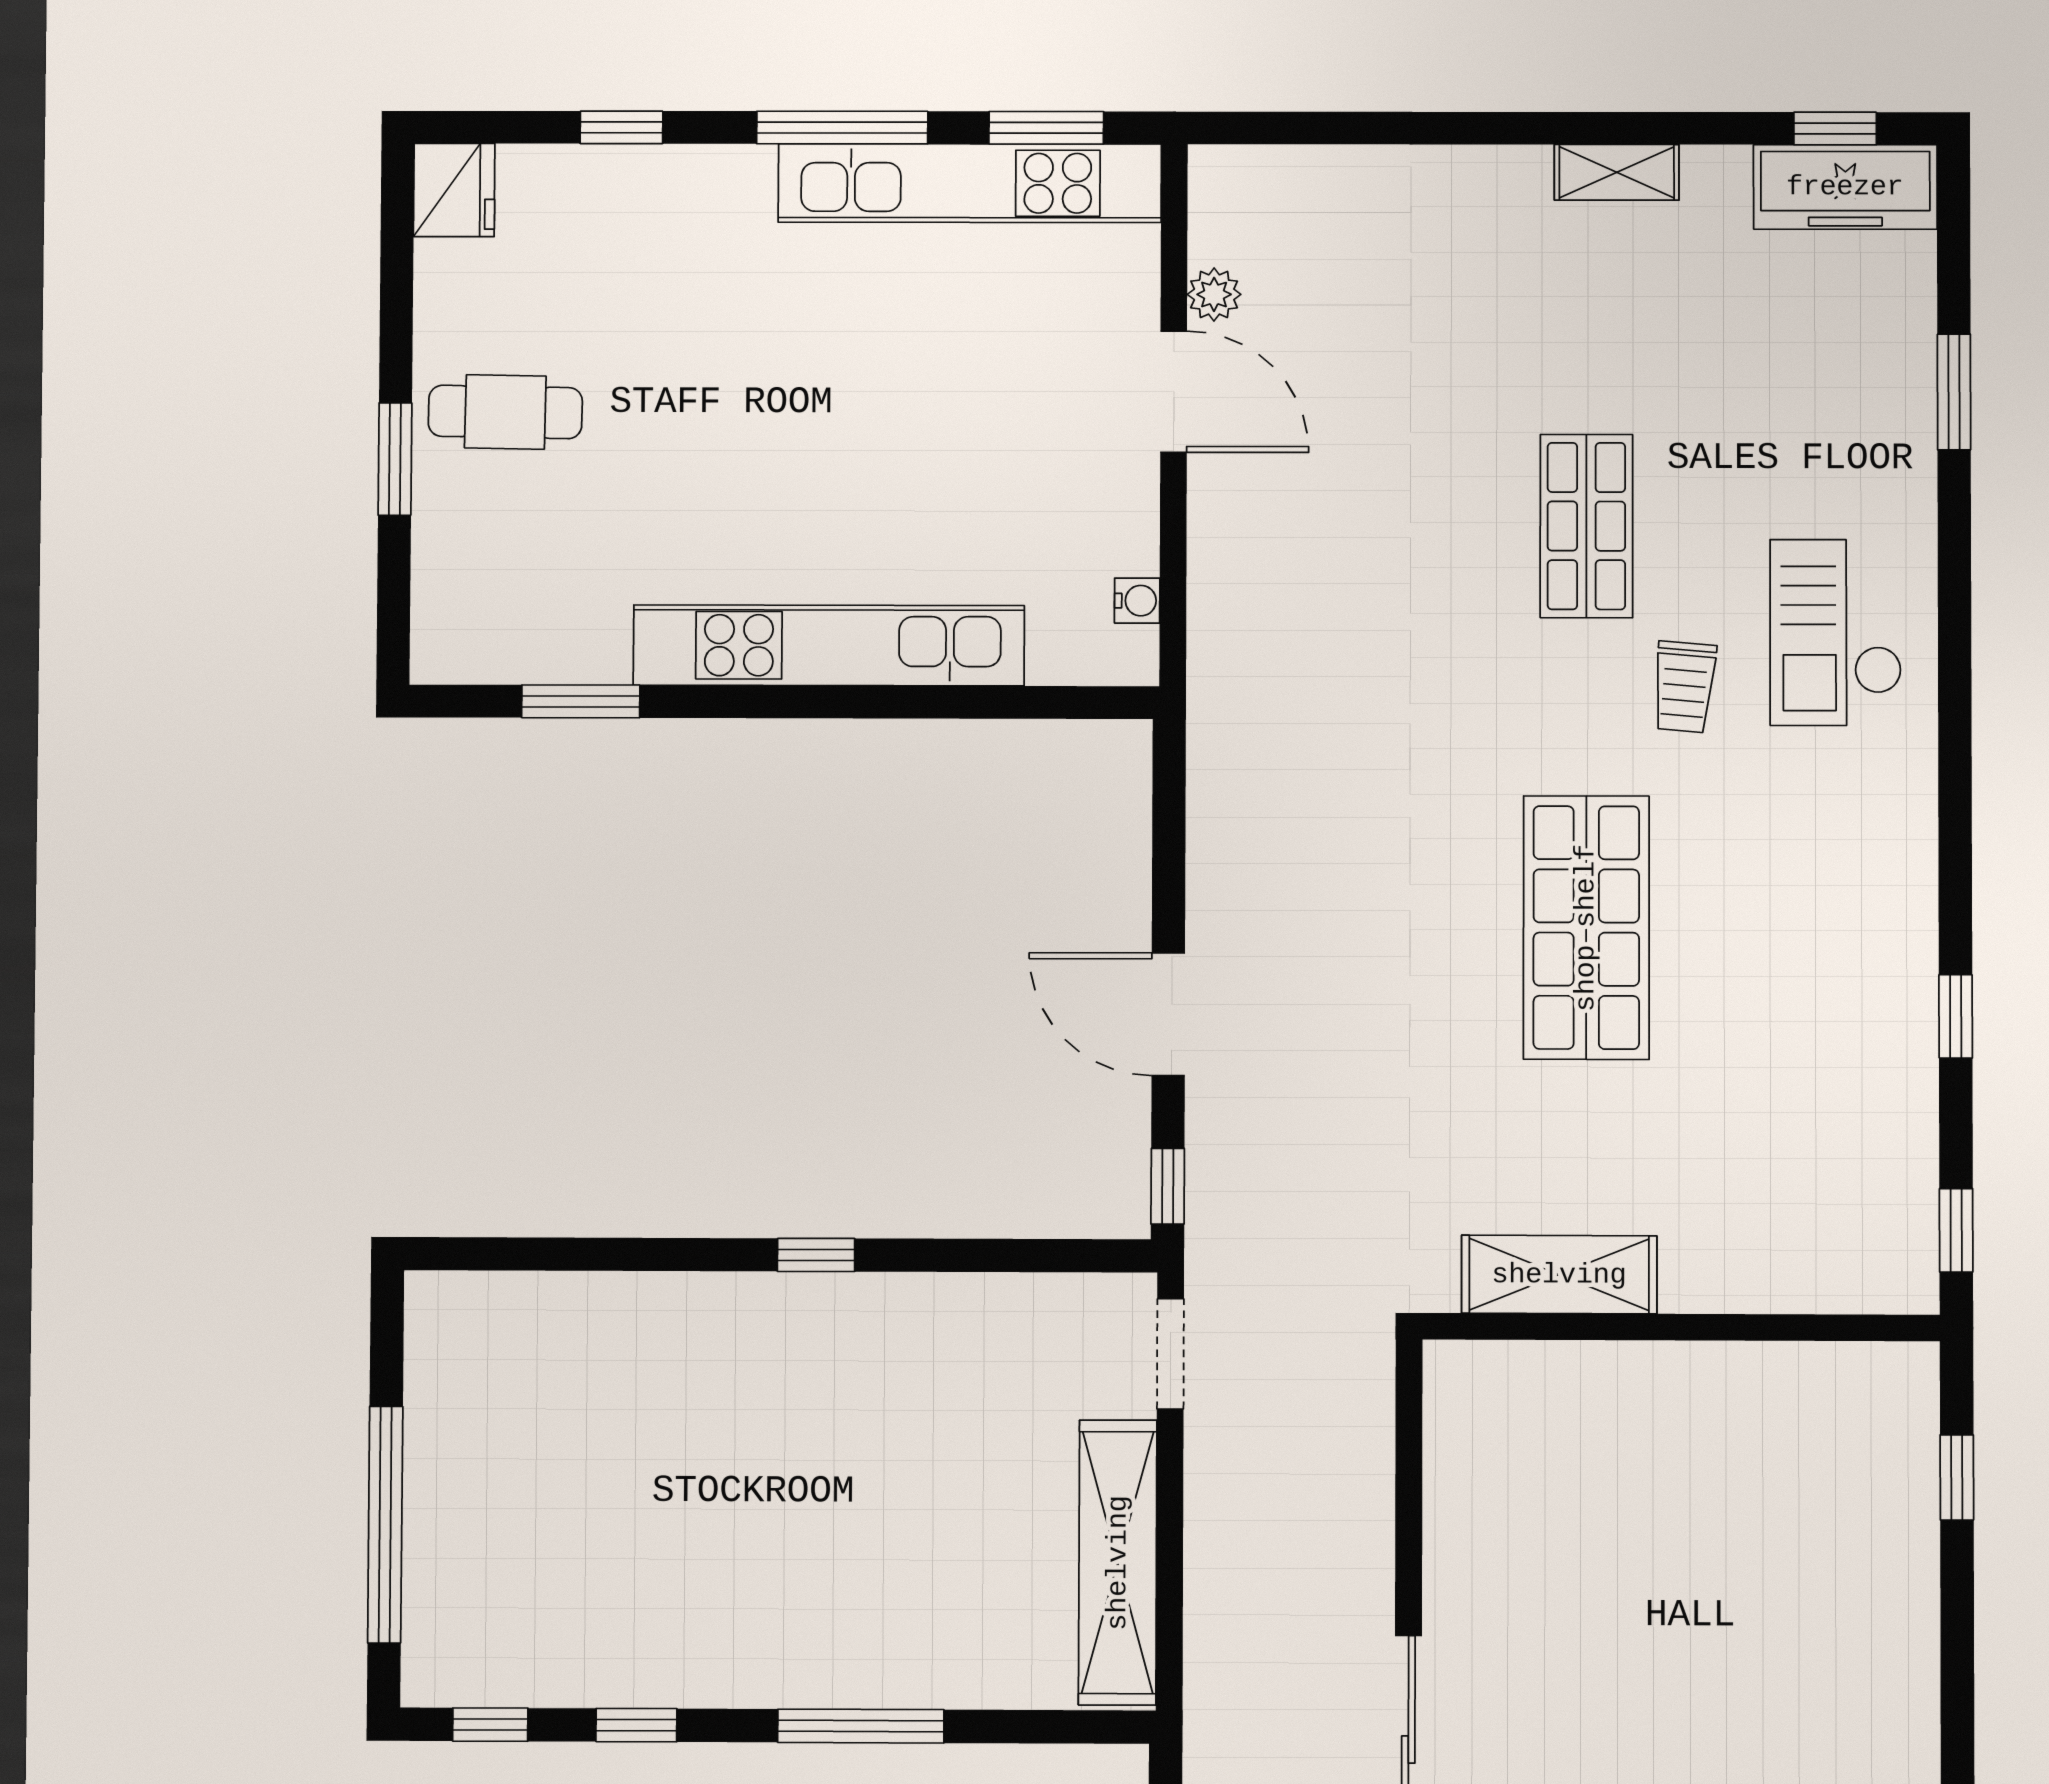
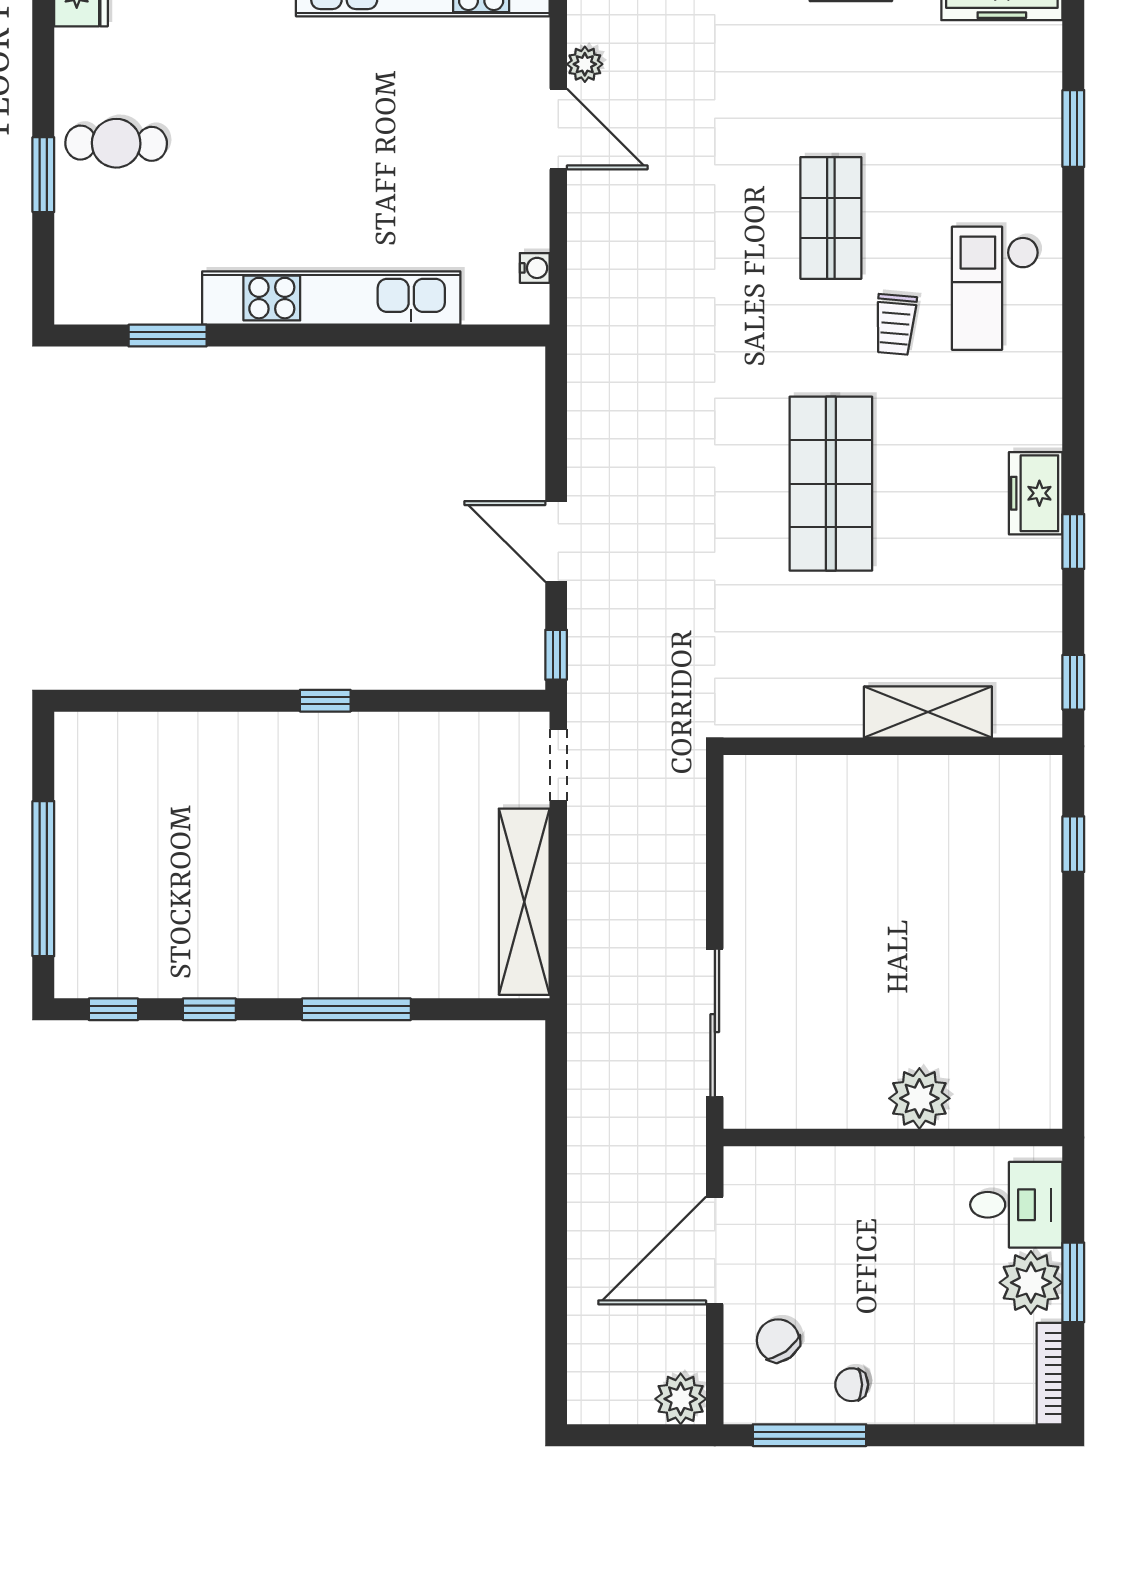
freezer: (1898, 943) -> (1036, 493), added
shelving: (1559, 1275) -> (928, 712), moved

